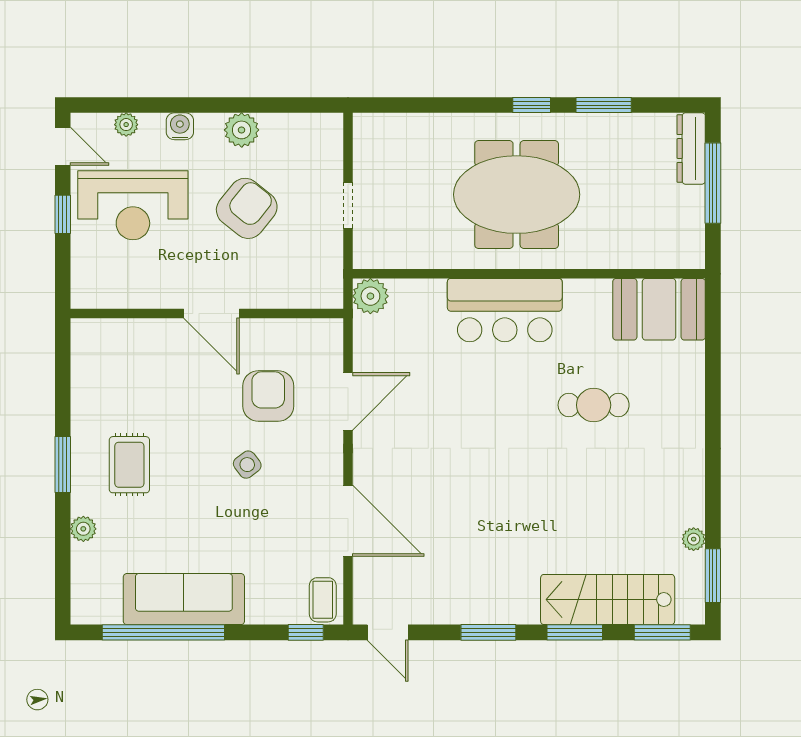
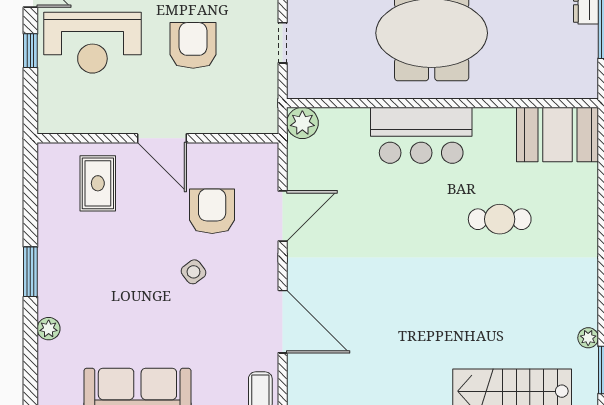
armchair: (247, 208) -> (193, 45), turned -39
rug: (129, 465) -> (98, 183), moved

